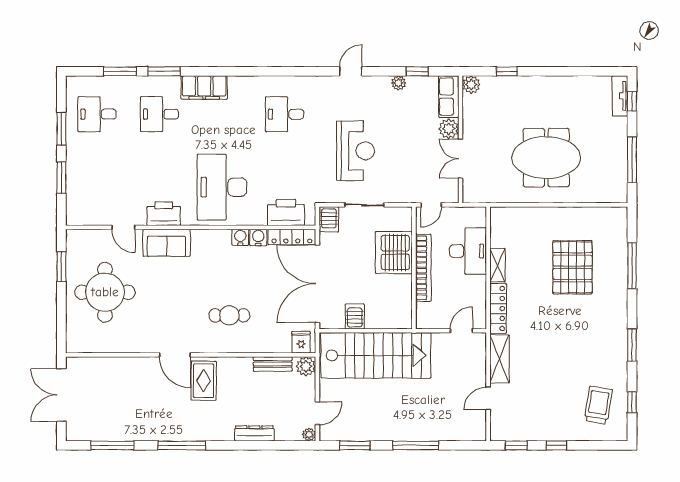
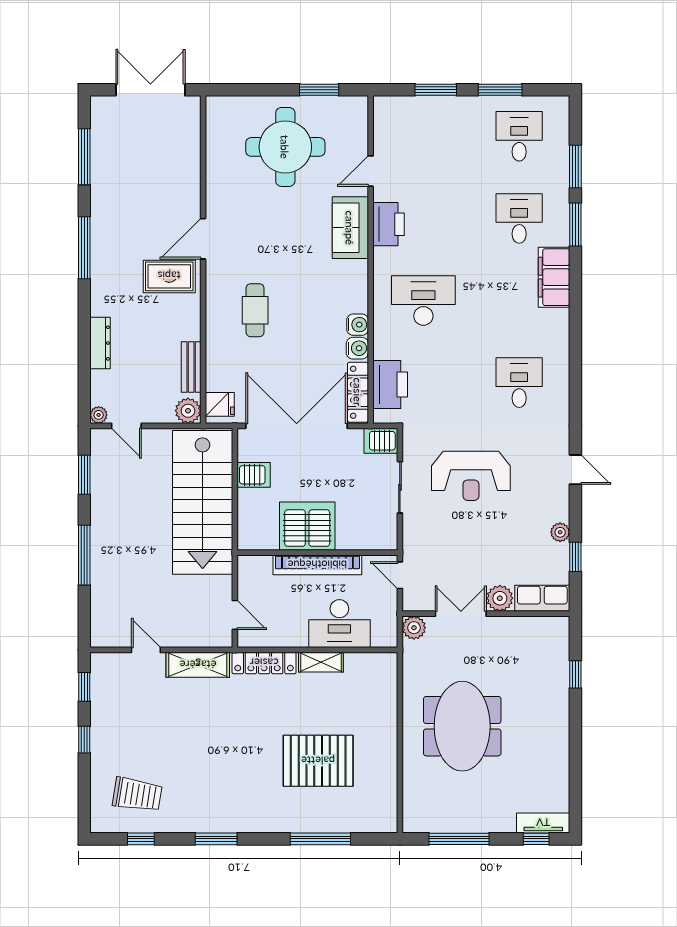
plant: (471, 85) -> (414, 628), moved
desk: (222, 187) -> (423, 301), width x0.73, depth x0.77
server rack: (394, 253) -> (307, 526), moved

